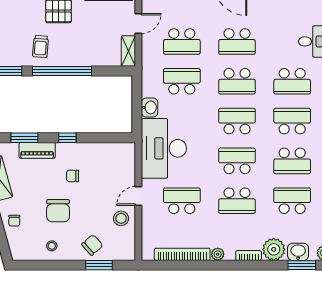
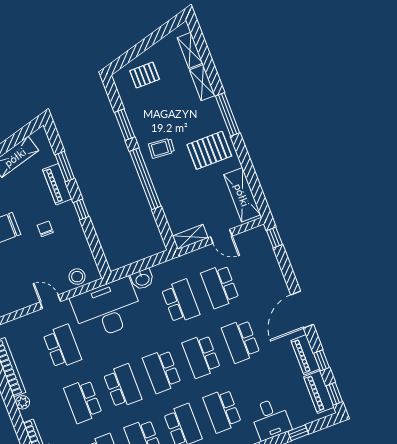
school desk: (237, 121) -> (162, 371), turned 180
stool: (121, 218) -> (77, 277), moved

